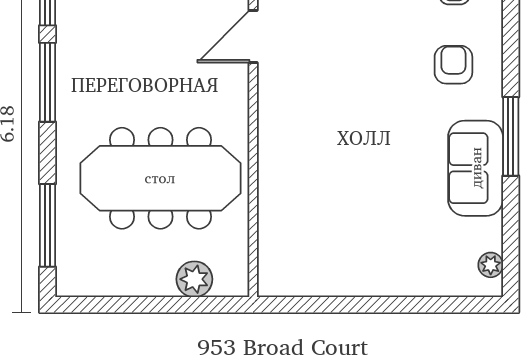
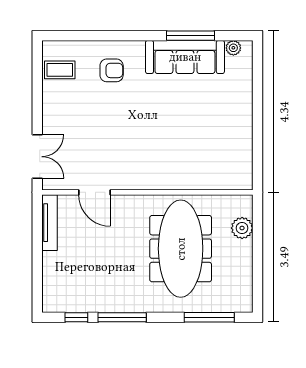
armchair: (453, 65) -> (112, 70), turned 180
window: (511, 136) -> (191, 36), moved
sofa: (476, 168) -> (185, 57), width x1.36

